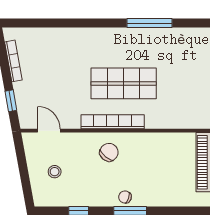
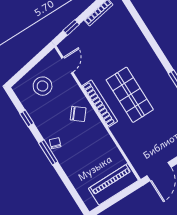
stool: (55, 172) -> (43, 86), width x1.89, depth x1.89

